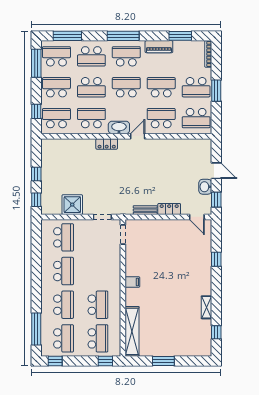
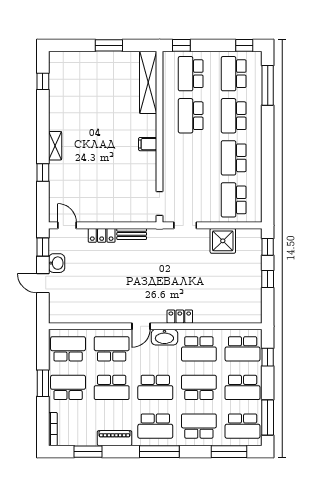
school desk: (161, 118) -> (112, 349), turned 180
shelving: (206, 307) -> (55, 146), moved

